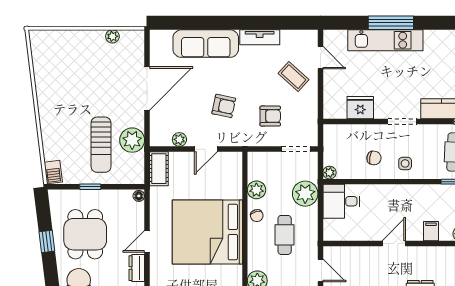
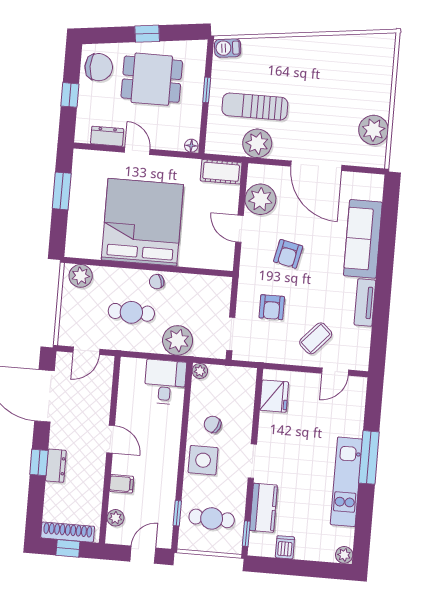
plant: (112, 36) -> (374, 130), width x1.88, depth x1.88
kitchen unit: (385, 40) -> (346, 482), moved
fridge: (360, 108) -> (274, 396), moved
plant: (179, 139) -> (260, 199), width x1.87, depth x1.87
chair: (374, 158) -> (213, 424), turned 108
side table: (405, 163) -> (203, 460), width x1.87, depth x1.87
plant: (256, 190) -> (187, 284), removed

